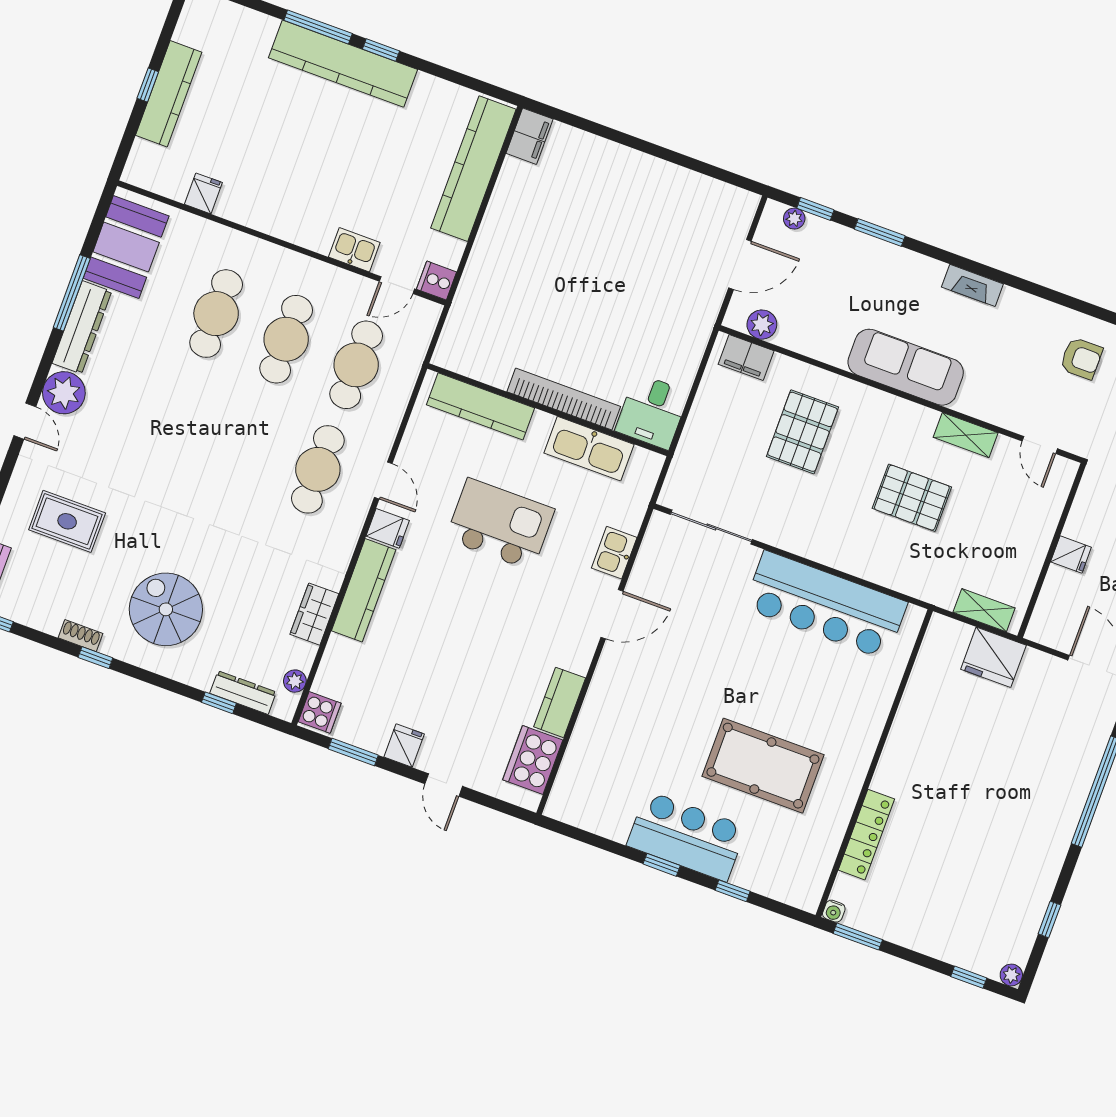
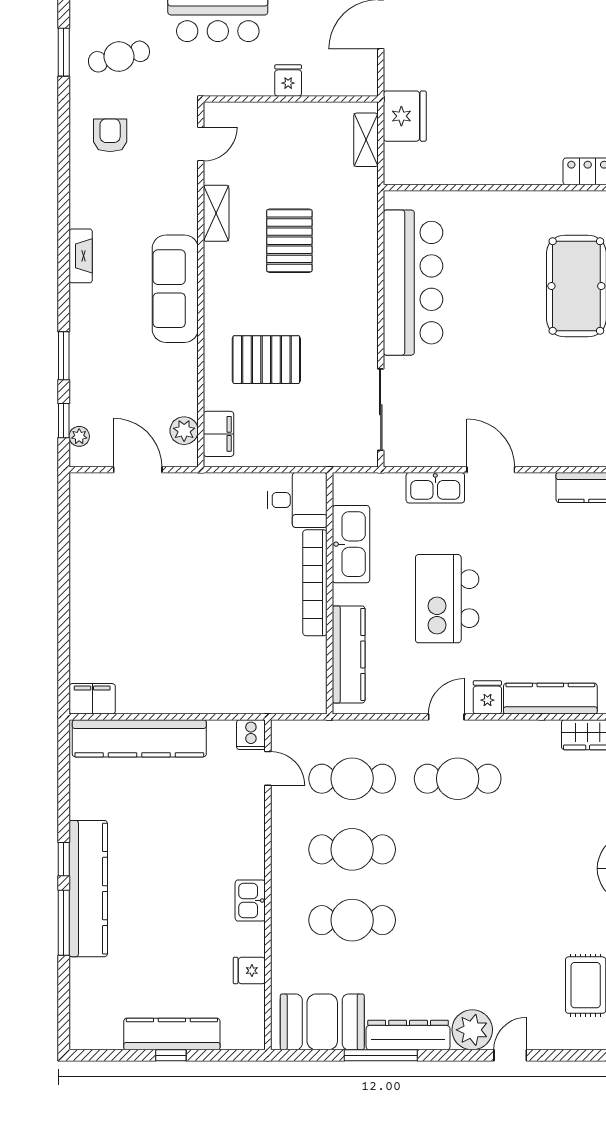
kitchen sink: (354, 250) -> (250, 900), moved
kitchen sink: (614, 553) -> (435, 488), width x1.38

